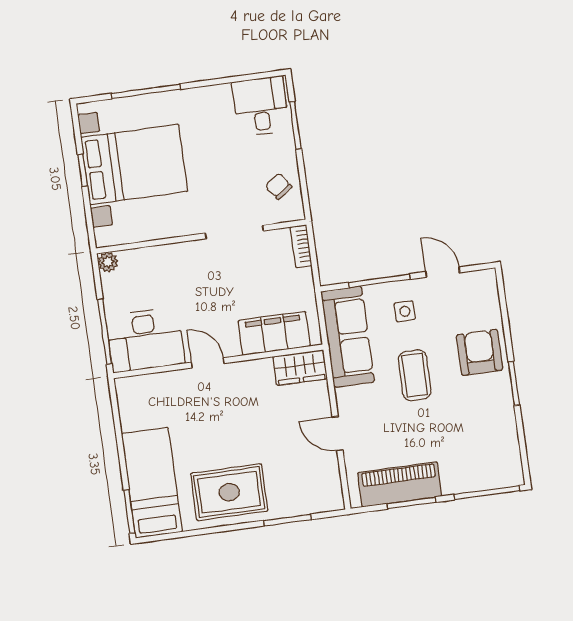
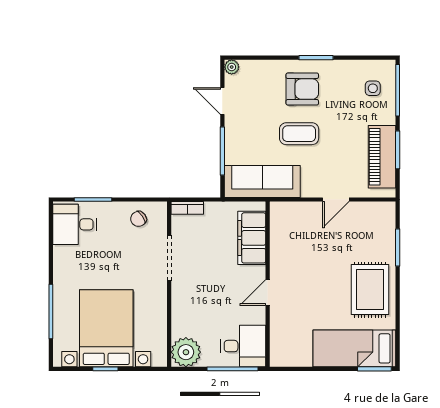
plant: (108, 262) -> (186, 352), width x1.87, depth x1.87
door: (443, 272) -> (222, 101), hinge flipped
plant: (487, 278) -> (232, 67), added
side table: (405, 311) -> (373, 88), moved
desk: (145, 340) -> (243, 346), width x0.73
armchair: (480, 352) -> (302, 89), moved, turned 180
wardrobe: (300, 368) -> (281, 222), removed

